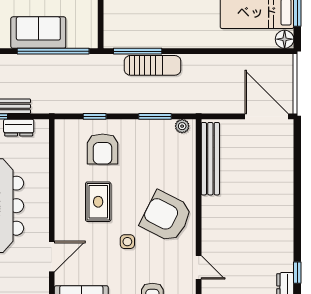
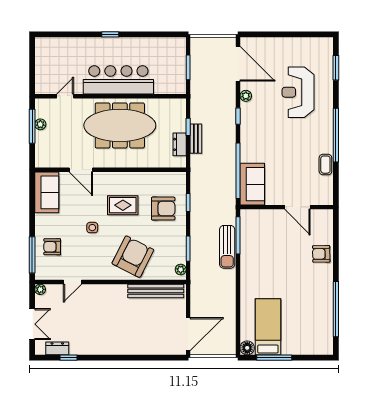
sofa: (38, 33) -> (252, 184), moved
armchair: (103, 149) -> (163, 209), turned 180
armchair: (166, 217) -> (133, 257), moved

